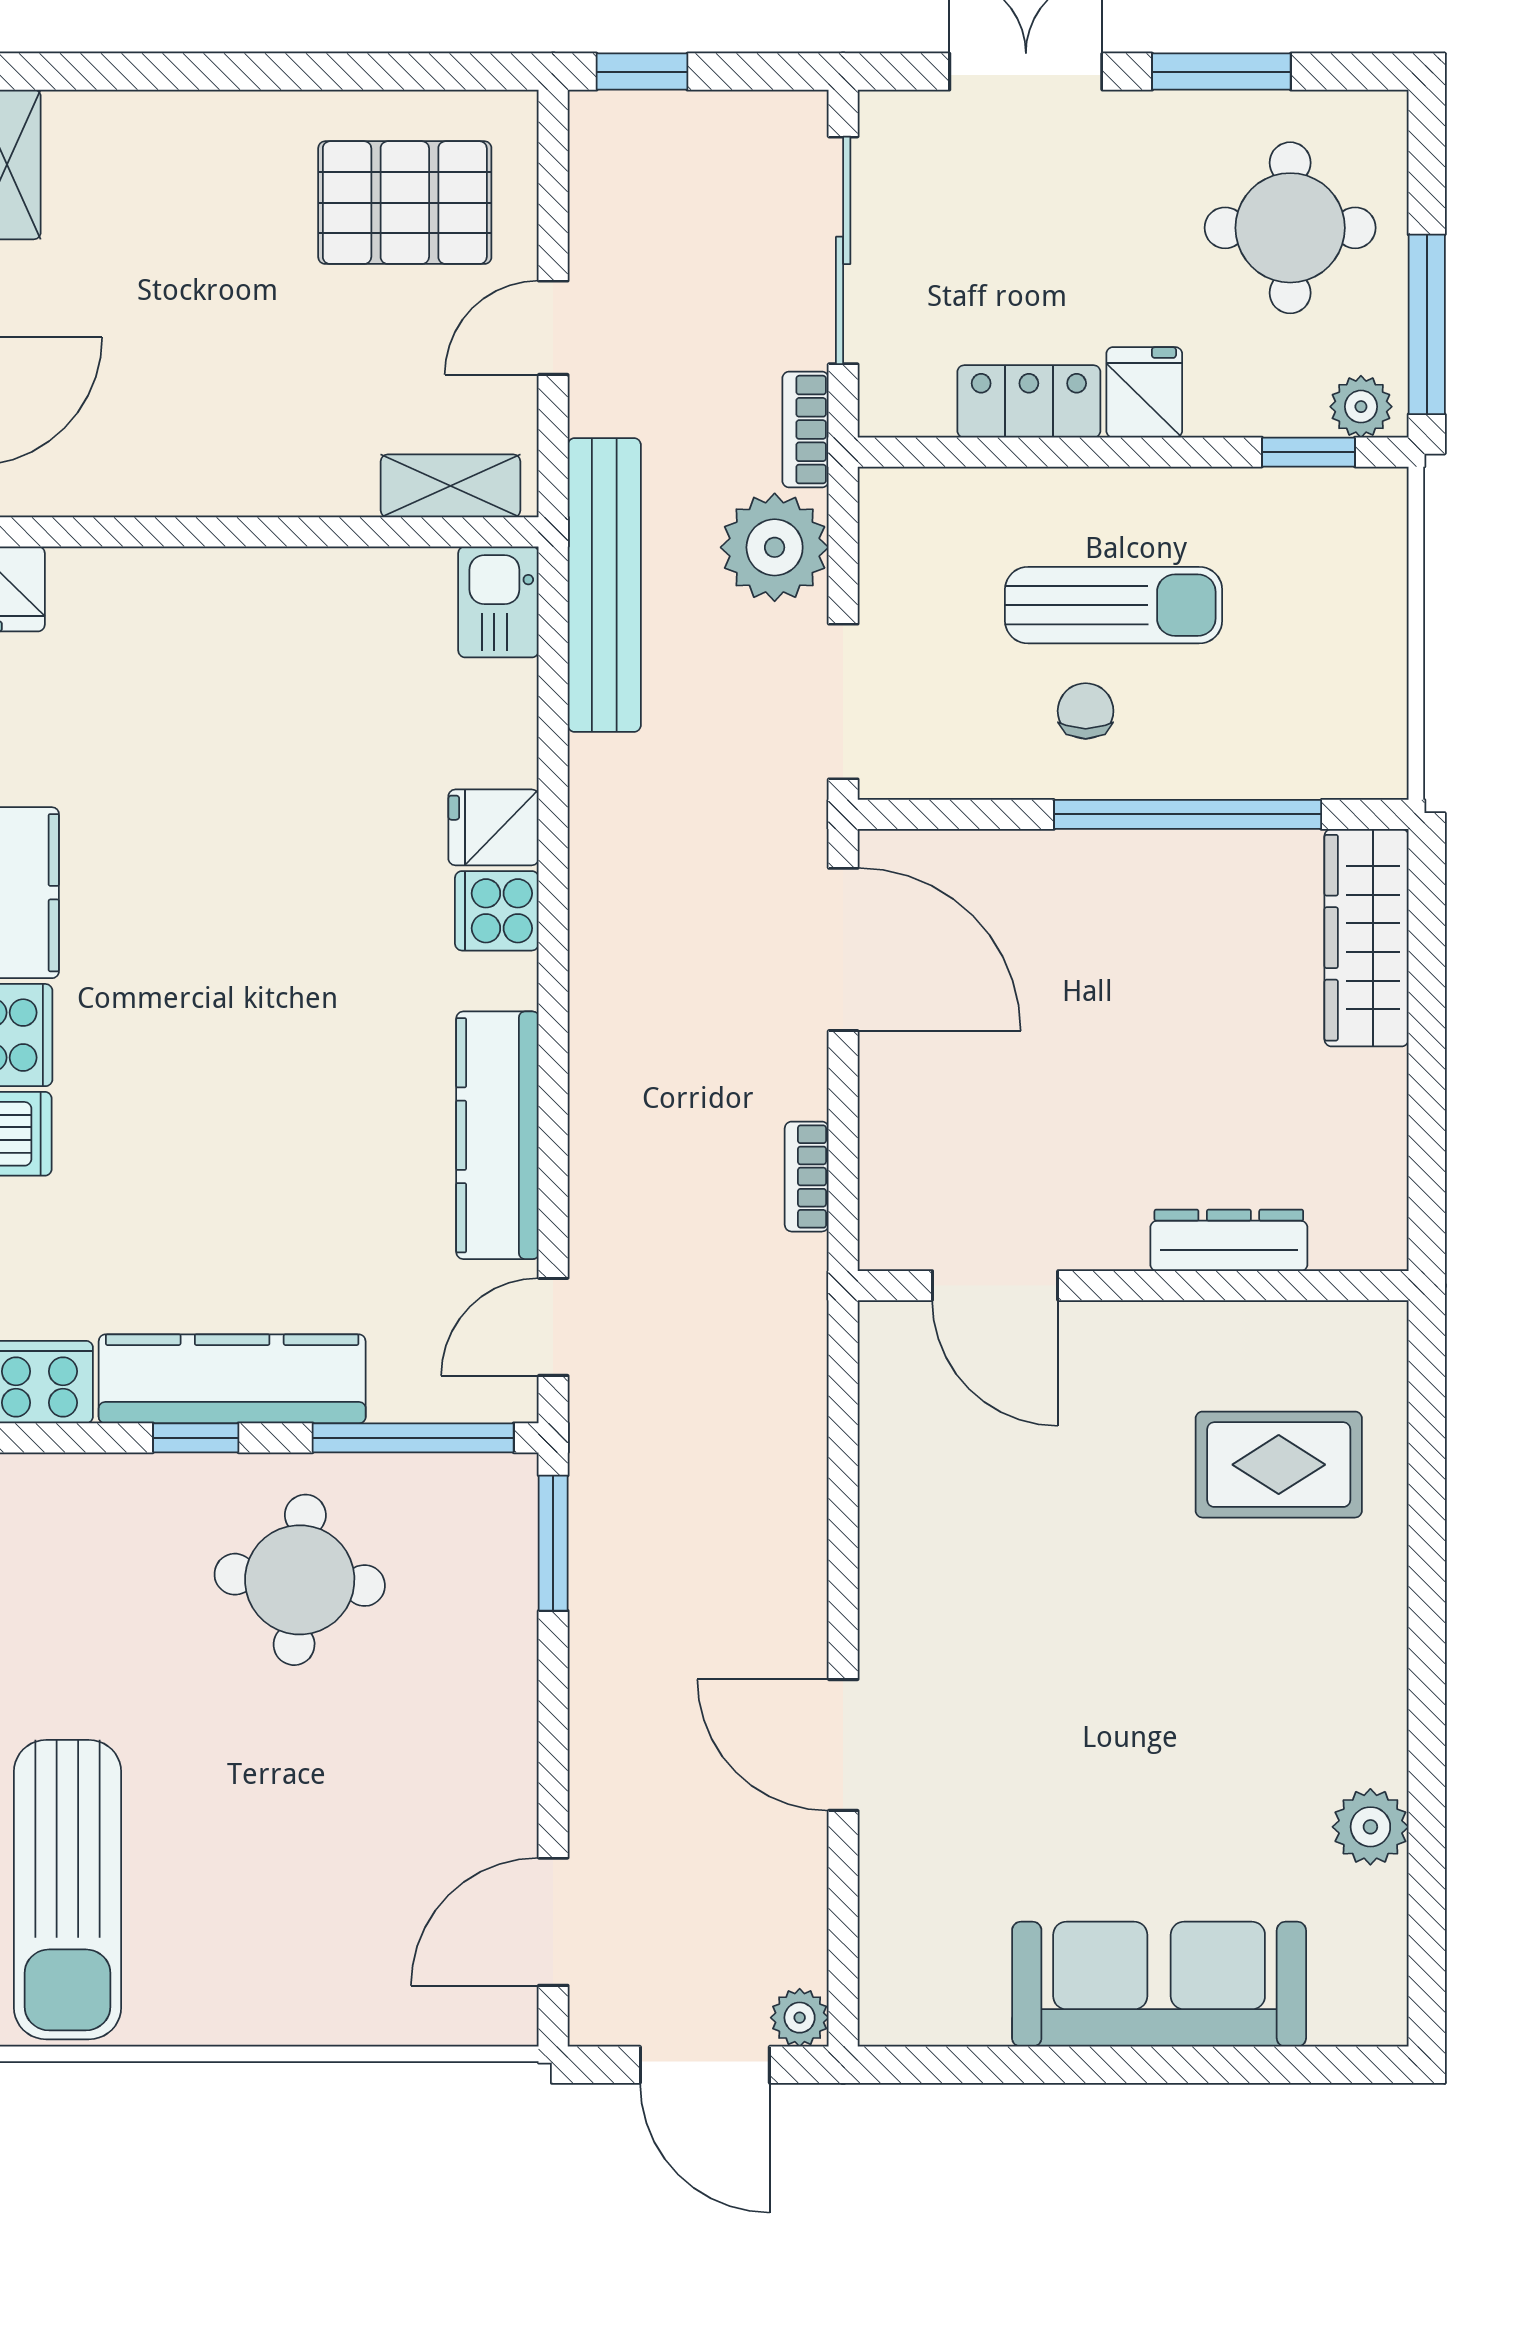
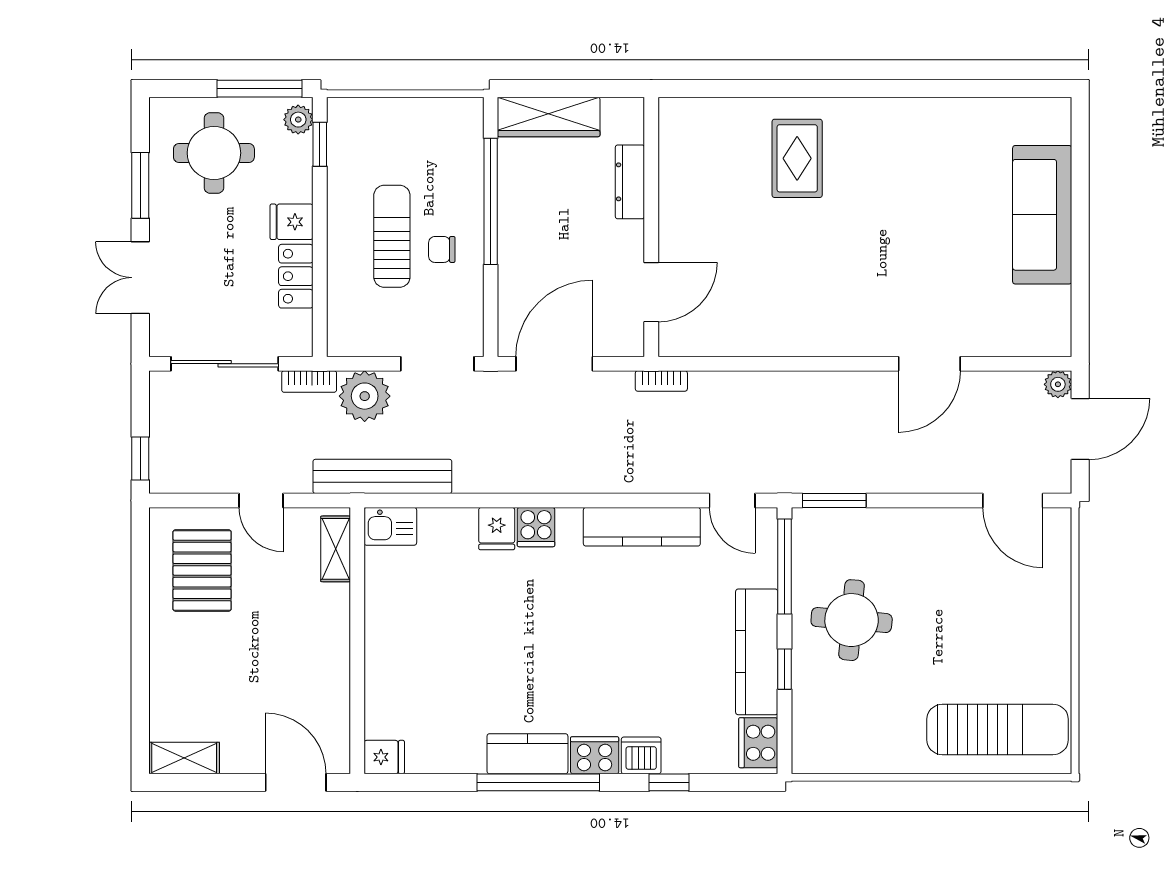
dresser: (1229, 1240) -> (630, 182), moved
door: (995, 1286) -> (651, 292), moved
wall: (1133, 1286) -> (651, 227), moved
plant: (1370, 1827) -> (968, 115), removed

